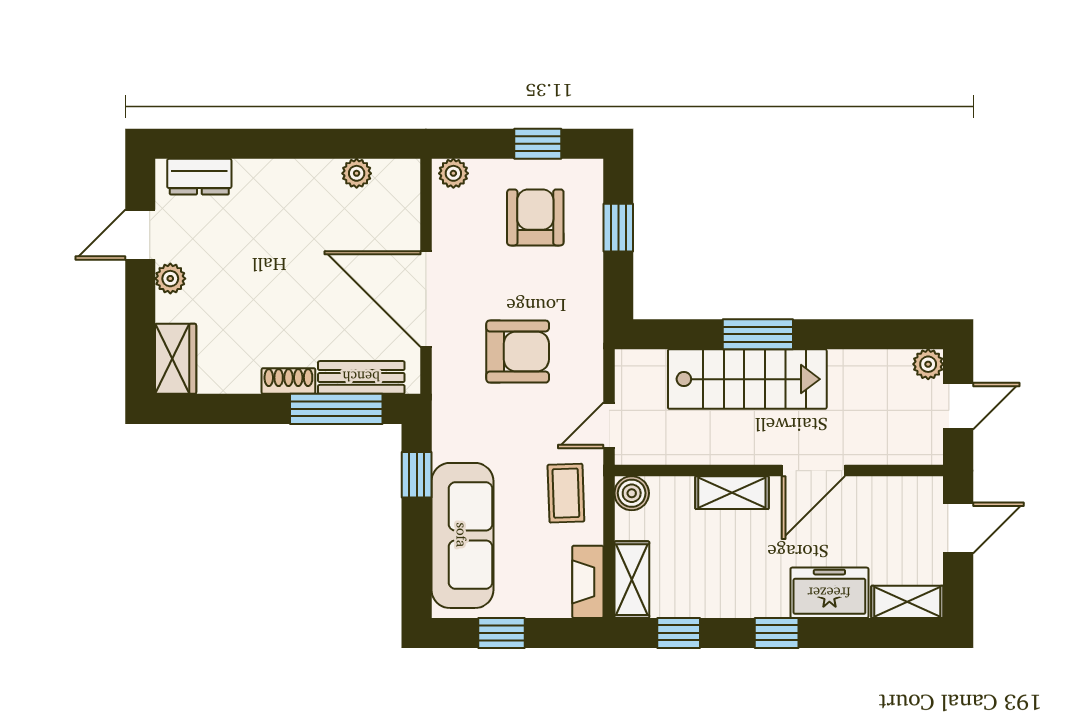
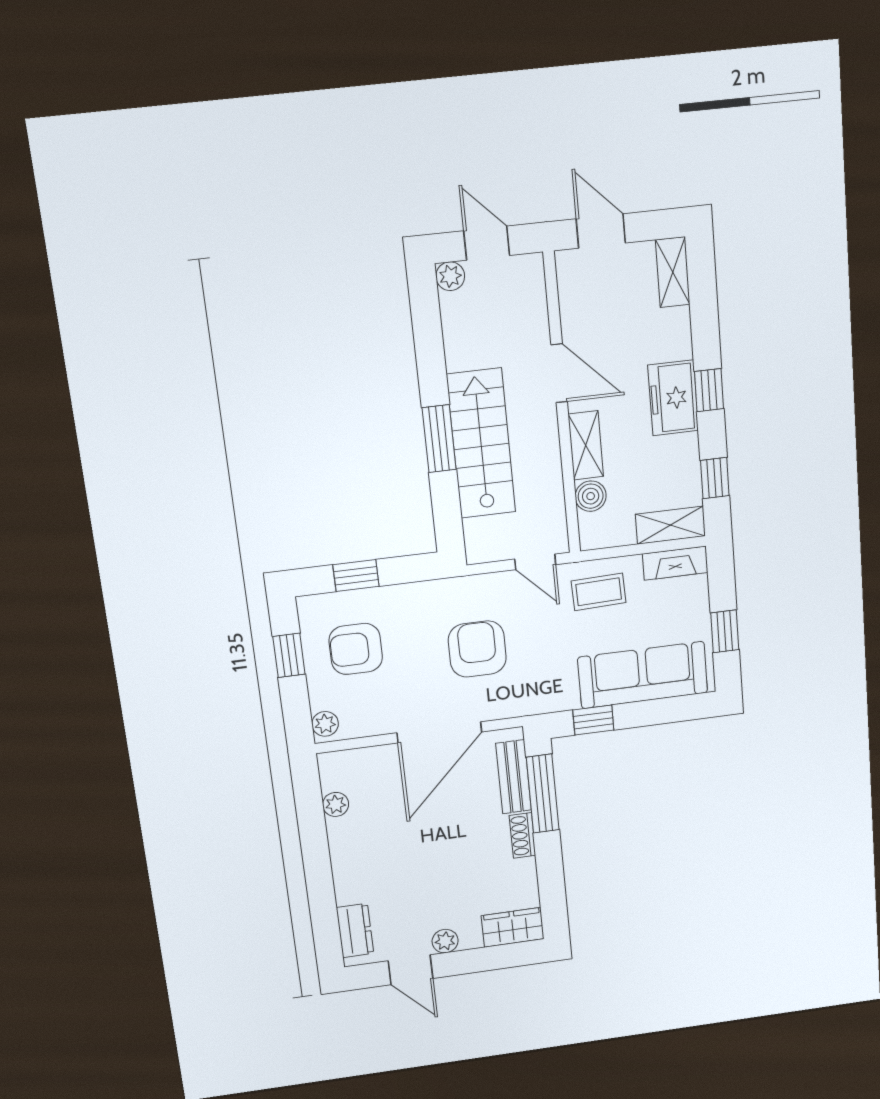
boiler: (632, 493) -> (591, 496), moved
freezer: (829, 593) -> (673, 398), moved

